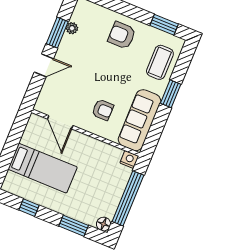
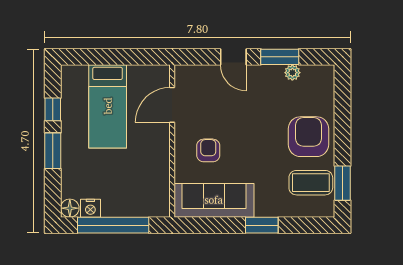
armchair: (122, 35) -> (308, 137), width x1.36, depth x1.36
coffee table: (160, 62) -> (311, 183), moved
armchair: (103, 110) -> (208, 150), turned 180
nightstand: (129, 159) -> (90, 208), moved, turned 90
window: (74, 226) -> (53, 151), moved

